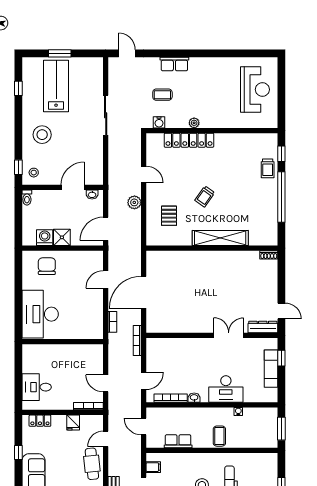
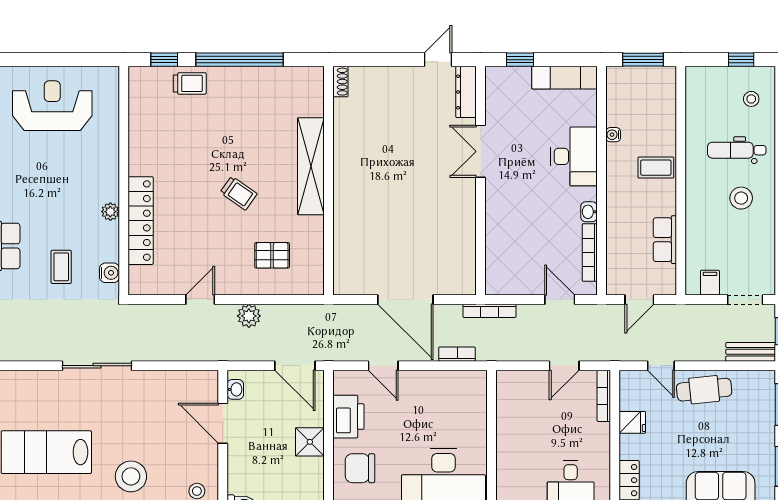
washing machine: (45, 238) -> (310, 472), removed
printer: (76, 259) -> (348, 417), added
exam couch: (271, 369) -> (564, 78), moved

